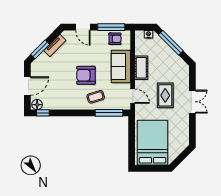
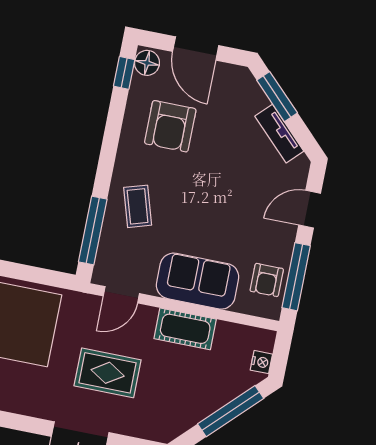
armchair: (86, 75) -> (170, 126), moved, turned 180

